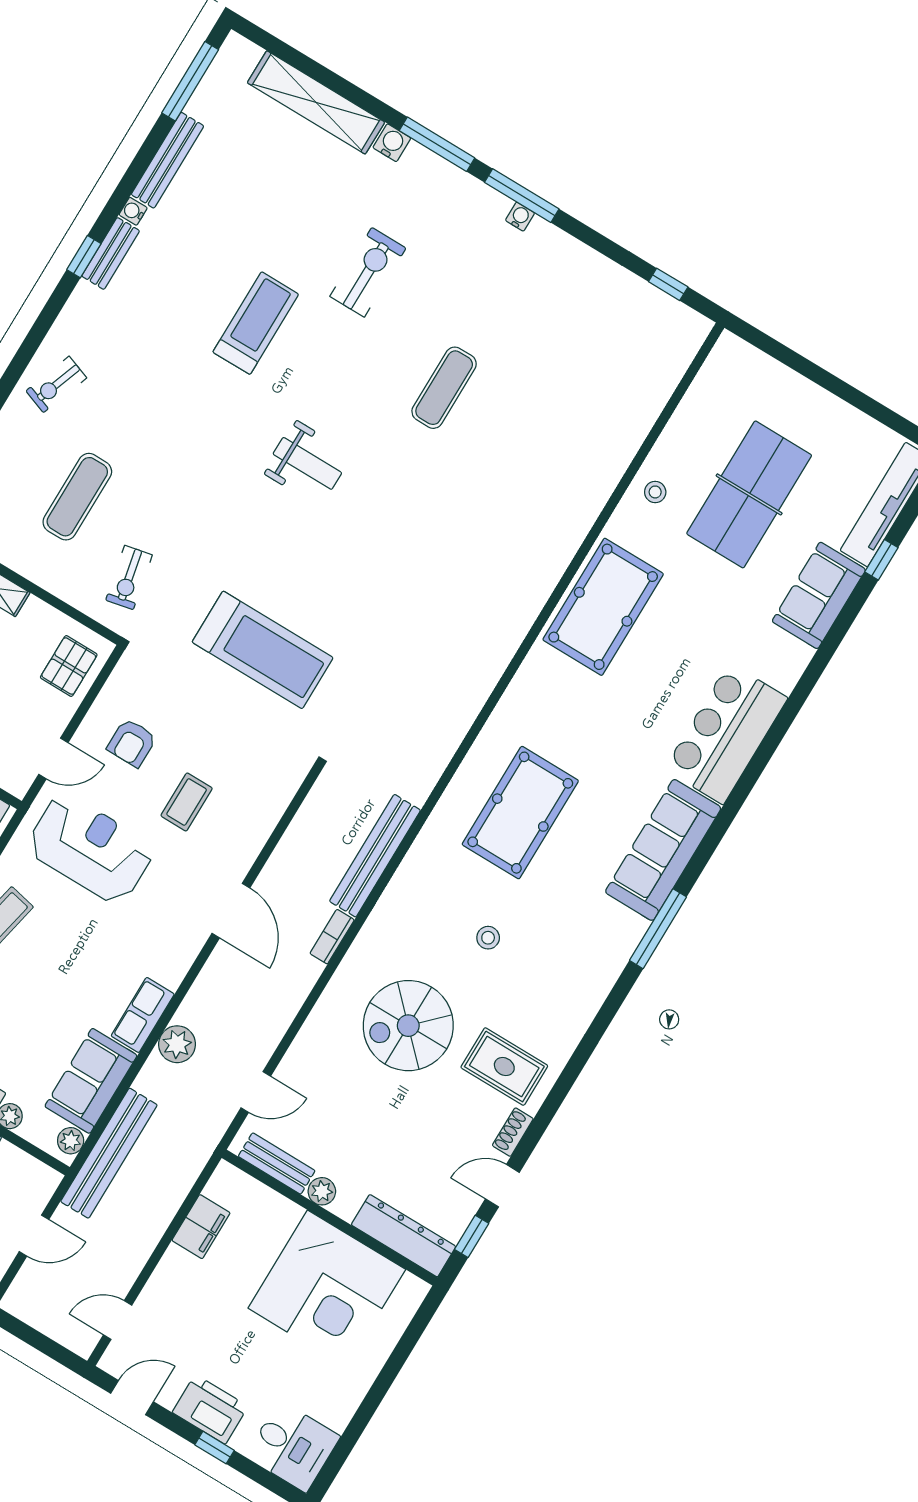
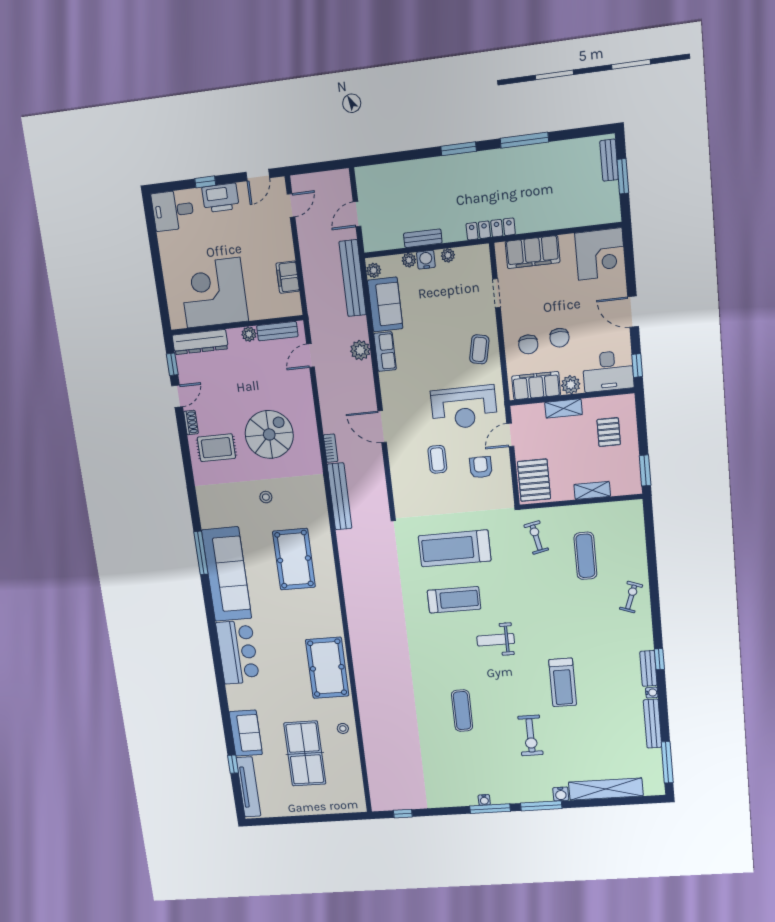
treadmill: (323, 572) -> (454, 600), added
pallet: (69, 666) -> (534, 480), width x1.50, depth x1.42
sofa: (663, 850) -> (227, 574), width x1.36, depth x1.27

